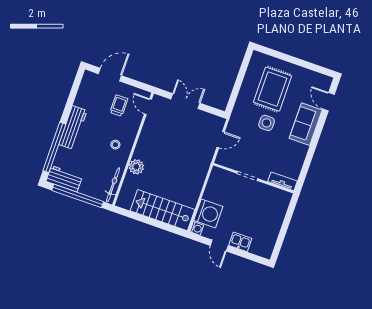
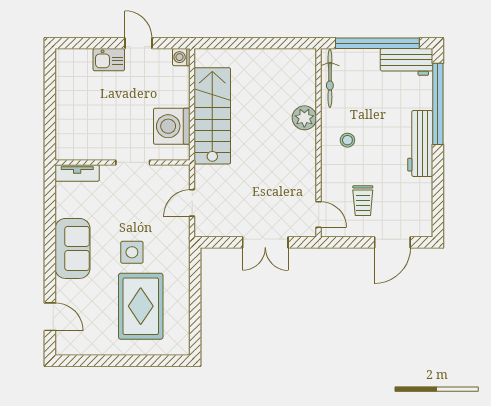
sofa: (306, 124) -> (73, 248), moved
stairs: (162, 210) -> (212, 116), moved, turned -90
washing machine: (208, 213) -> (172, 126), moved

